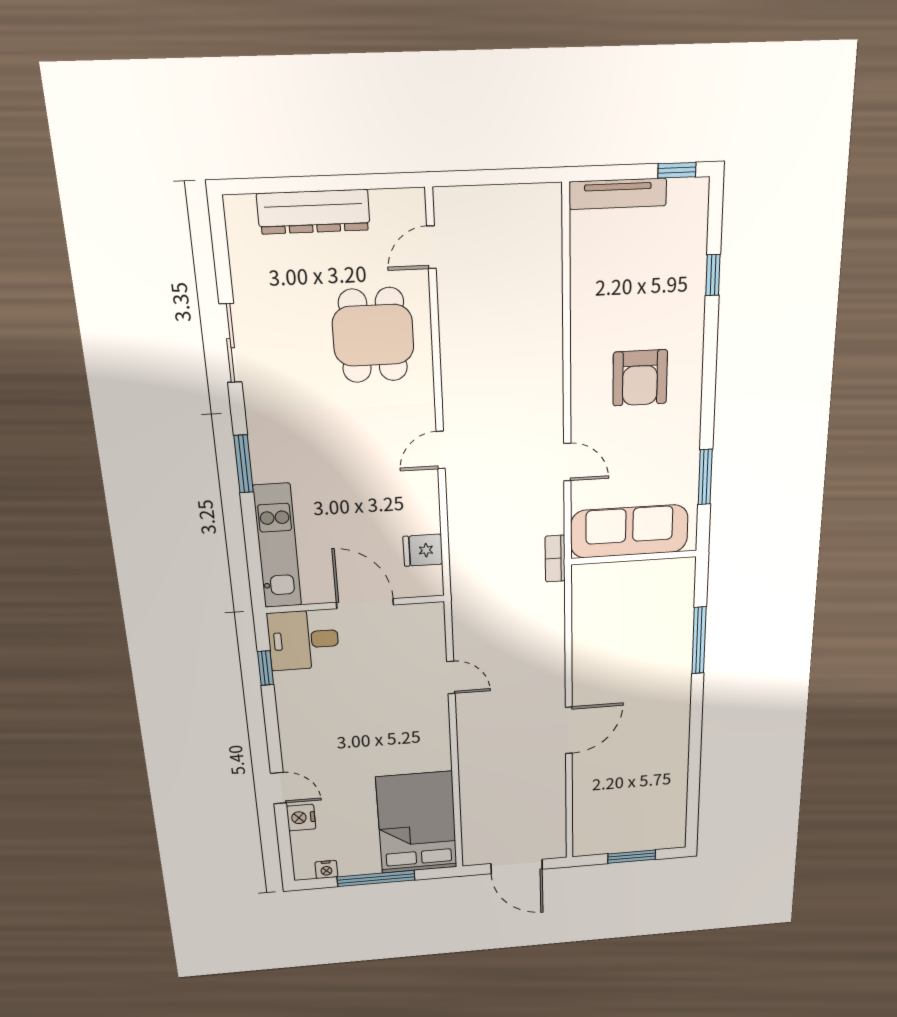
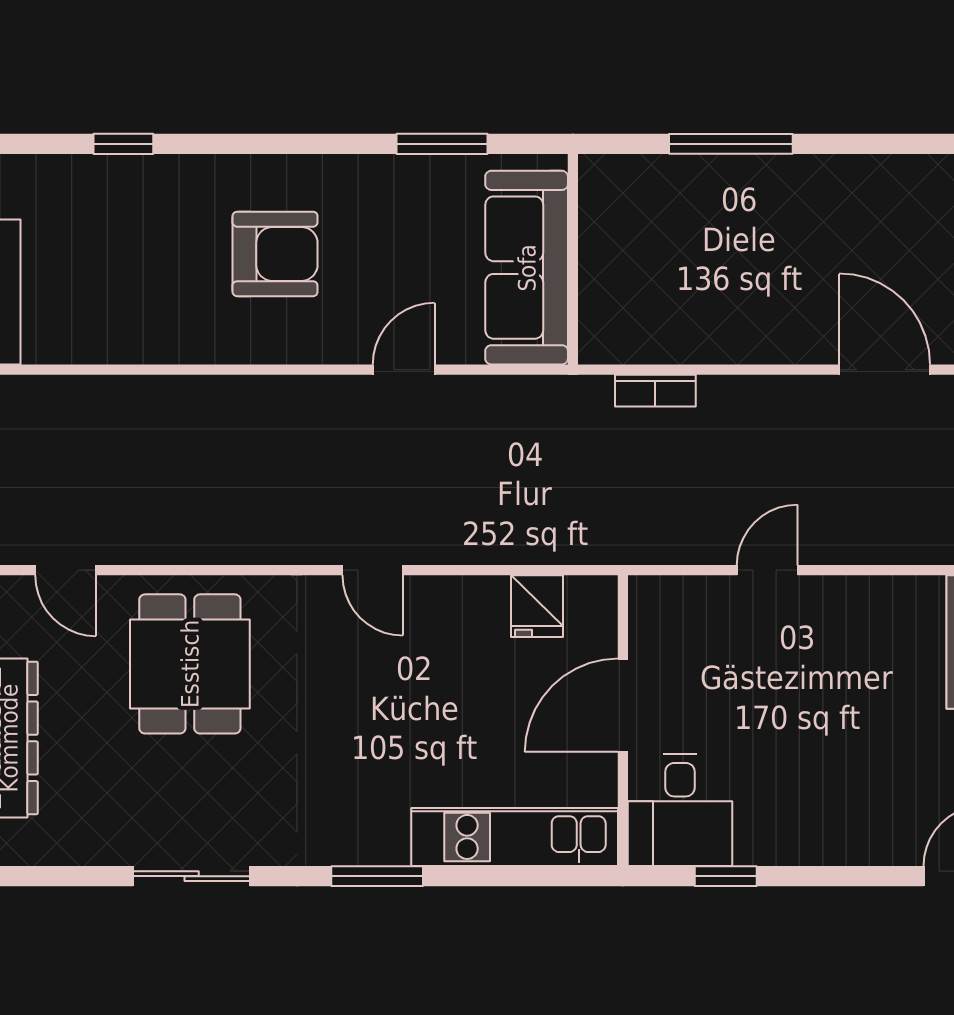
dining table: (373, 335) -> (190, 664), turned 90
bookcase: (555, 559) -> (655, 391), moved

